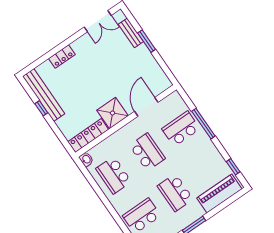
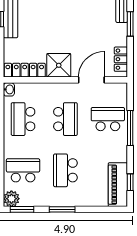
locker: (158, 74) -> (121, 59), added
piano: (219, 193) -> (118, 185), moved, turned -90

